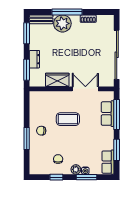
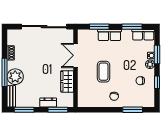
row of seats: (108, 114) -> (109, 35), moved
window: (117, 114) -> (99, 27), width x0.69
window: (27, 139) -> (133, 110), moved

